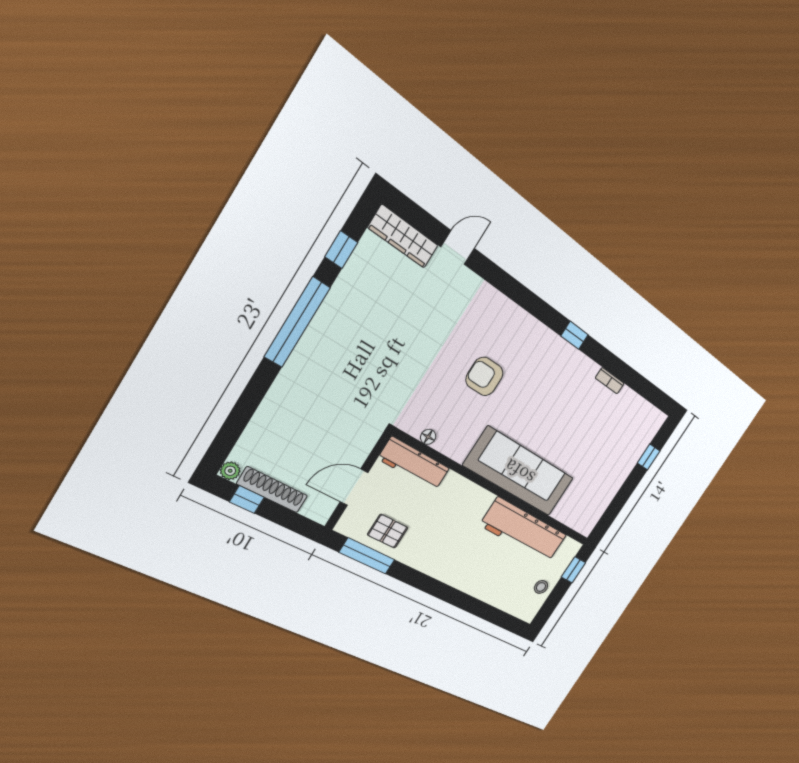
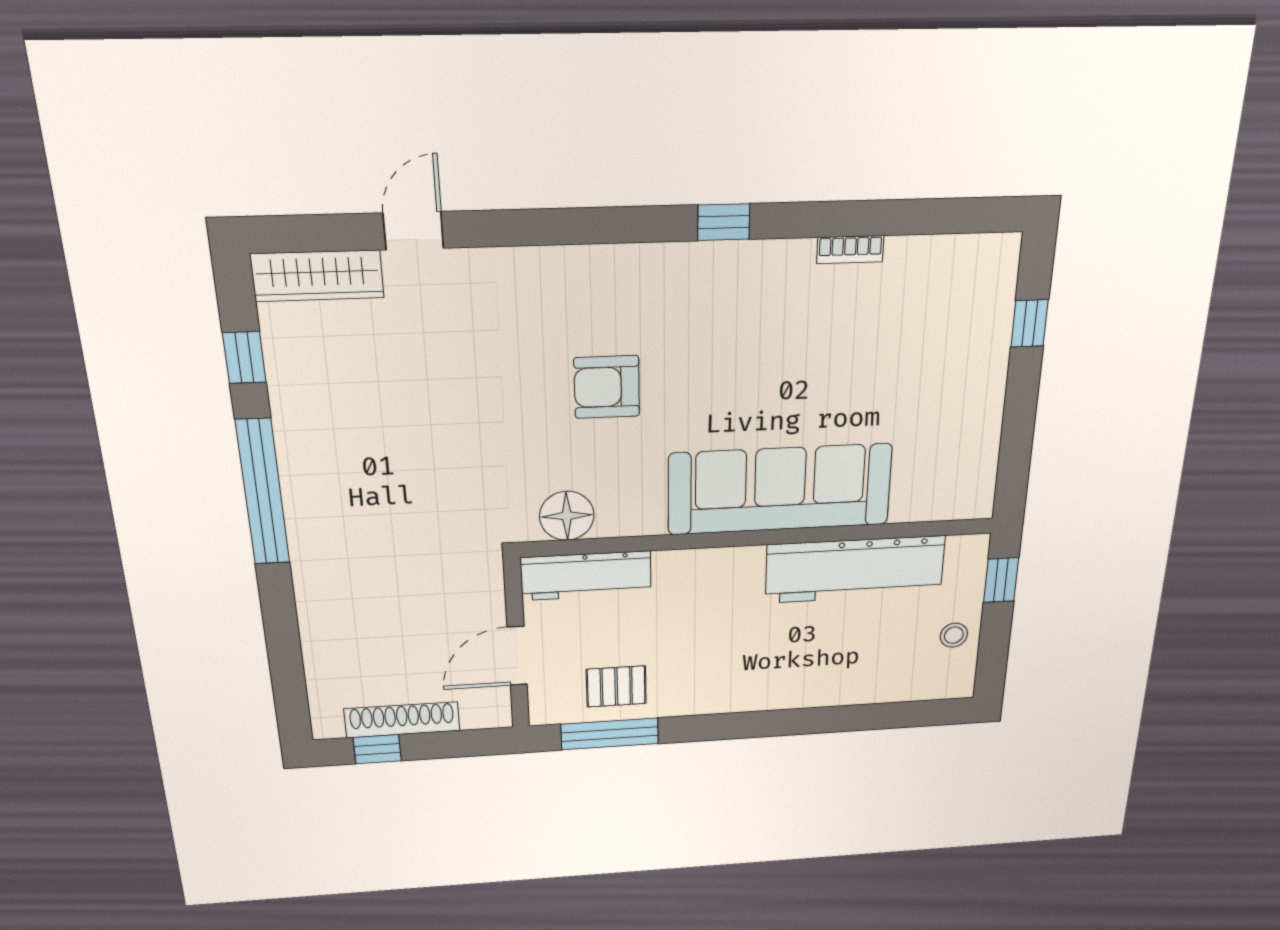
floor lamp: (428, 437) -> (567, 516), width x1.89, depth x1.89
plant: (230, 471) -> (327, 726), removed

